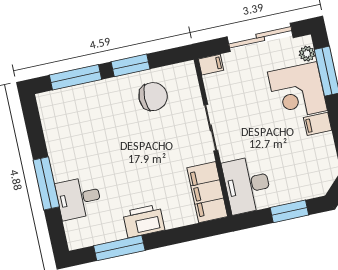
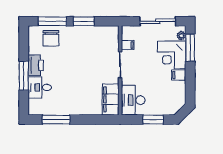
filing cabinet: (211, 65) -> (128, 45), moved
chair: (153, 97) -> (51, 38), moved, turned 90
printer: (144, 221) -> (36, 65), moved, turned 90

